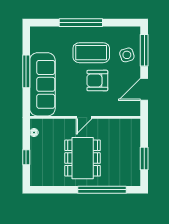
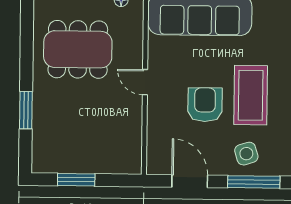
dining table: (83, 158) -> (78, 49), moved
window: (102, 190) -> (26, 110), width x0.47

